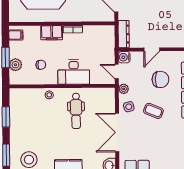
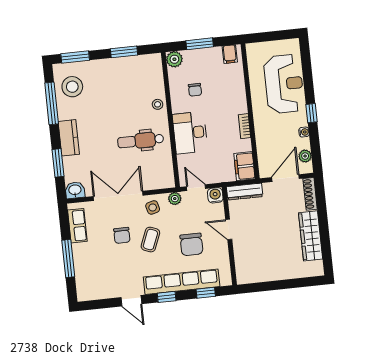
filing cabinet: (52, 33) -> (244, 166), moved
plant: (15, 65) -> (174, 59), moved
door: (117, 71) -> (196, 188), hinge flipped
chair: (148, 133) -> (122, 235), added

